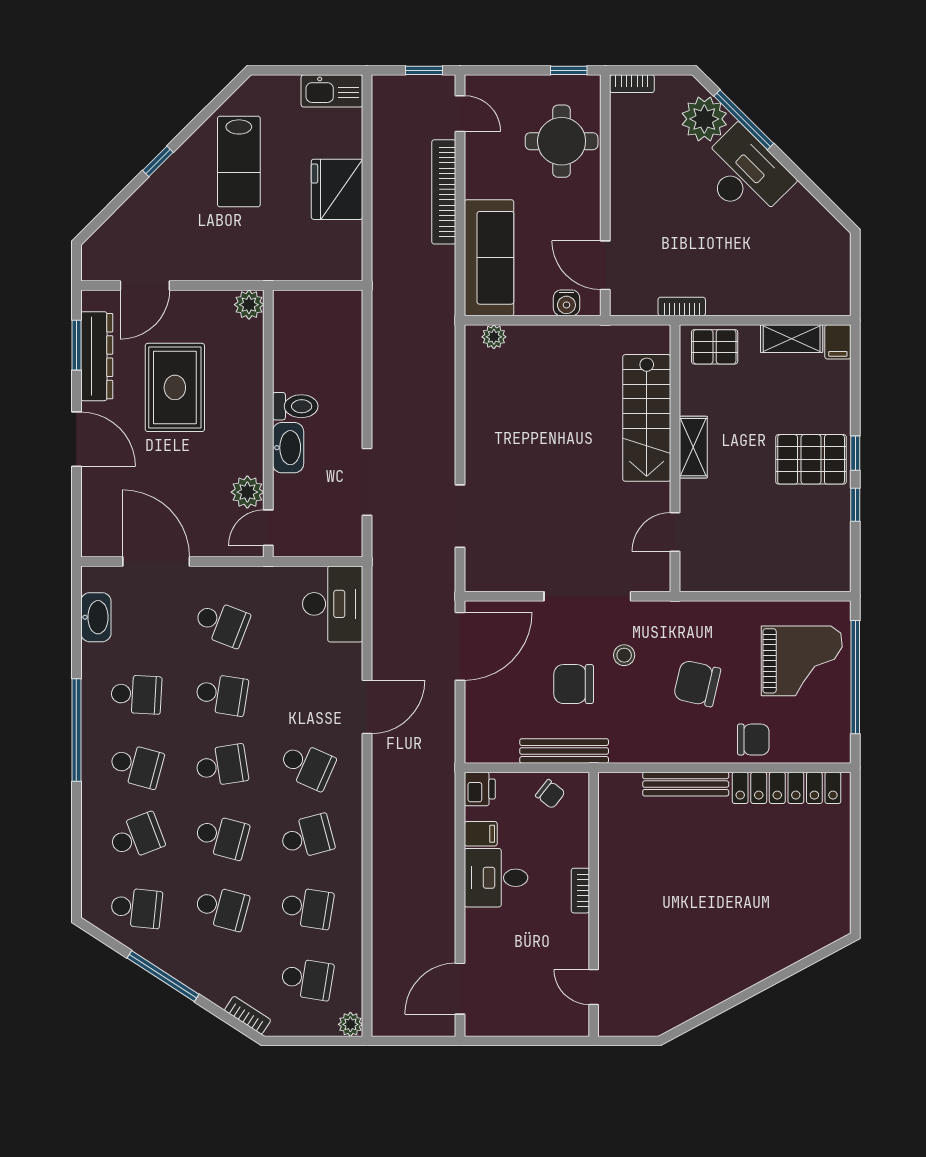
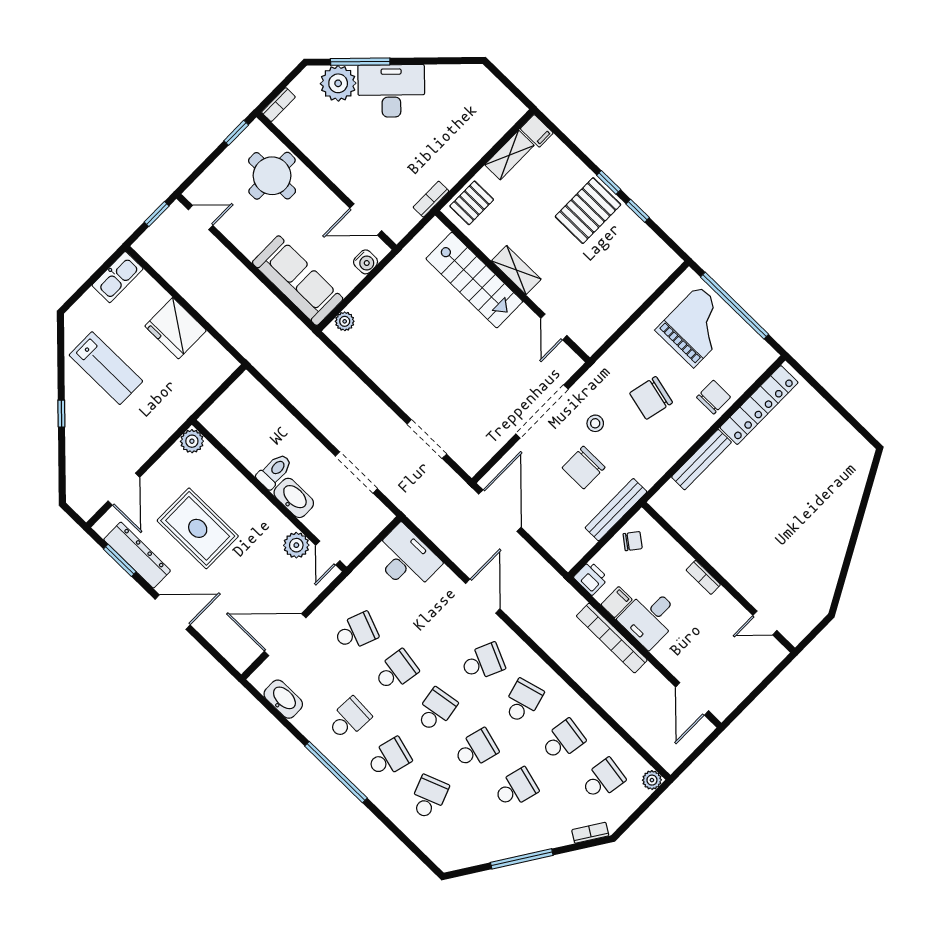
bookcase: (444, 192) -> (612, 638), moved
school desk: (136, 908) -> (469, 836), removed

